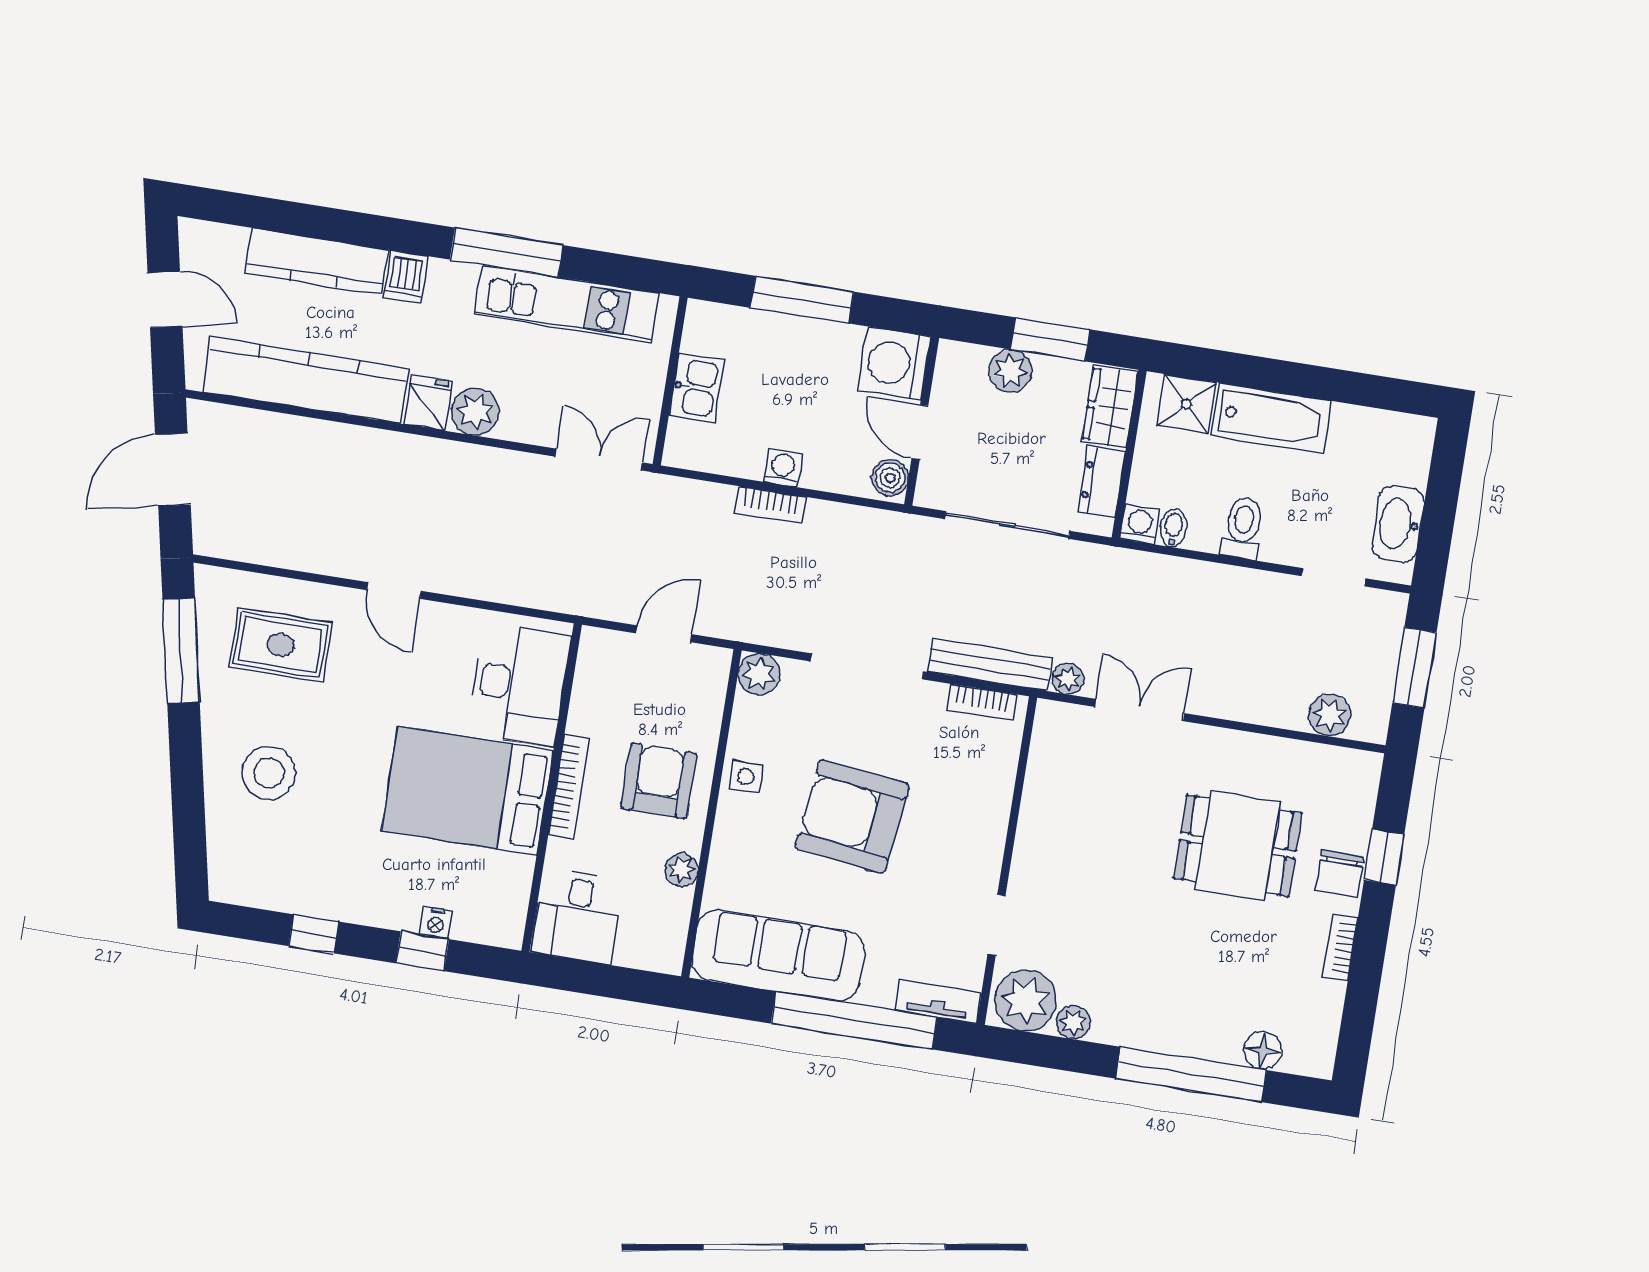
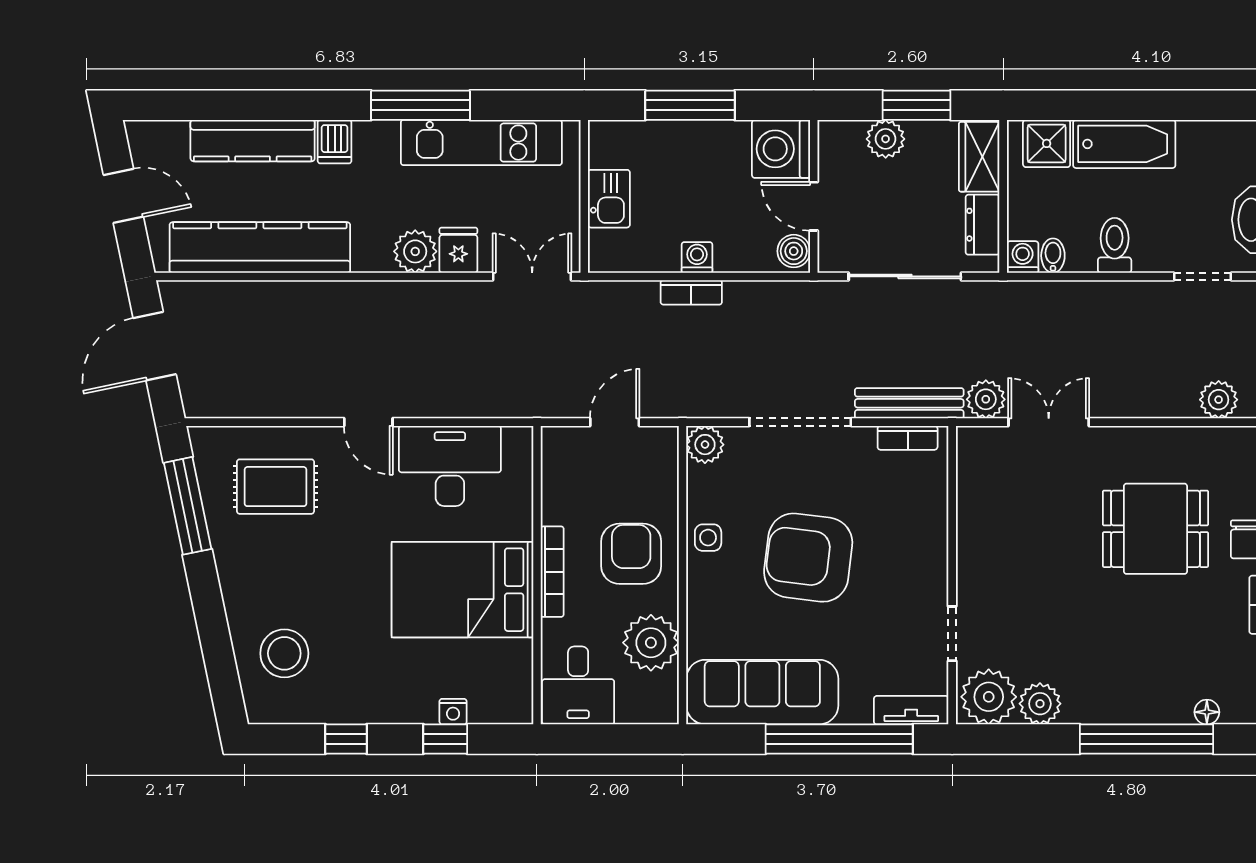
fridge: (428, 403) -> (458, 250), moved
plant: (1068, 679) -> (986, 399), width x1.38, depth x1.38
desk: (519, 684) -> (450, 466), moved, turned -90
stool: (269, 773) -> (284, 653), moved
plant: (681, 870) -> (651, 643), width x1.88, depth x1.88
plant: (1073, 1022) -> (1040, 704), width x1.38, depth x1.38
floor lamp: (1263, 1050) -> (1207, 712), width x0.73, depth x0.73

